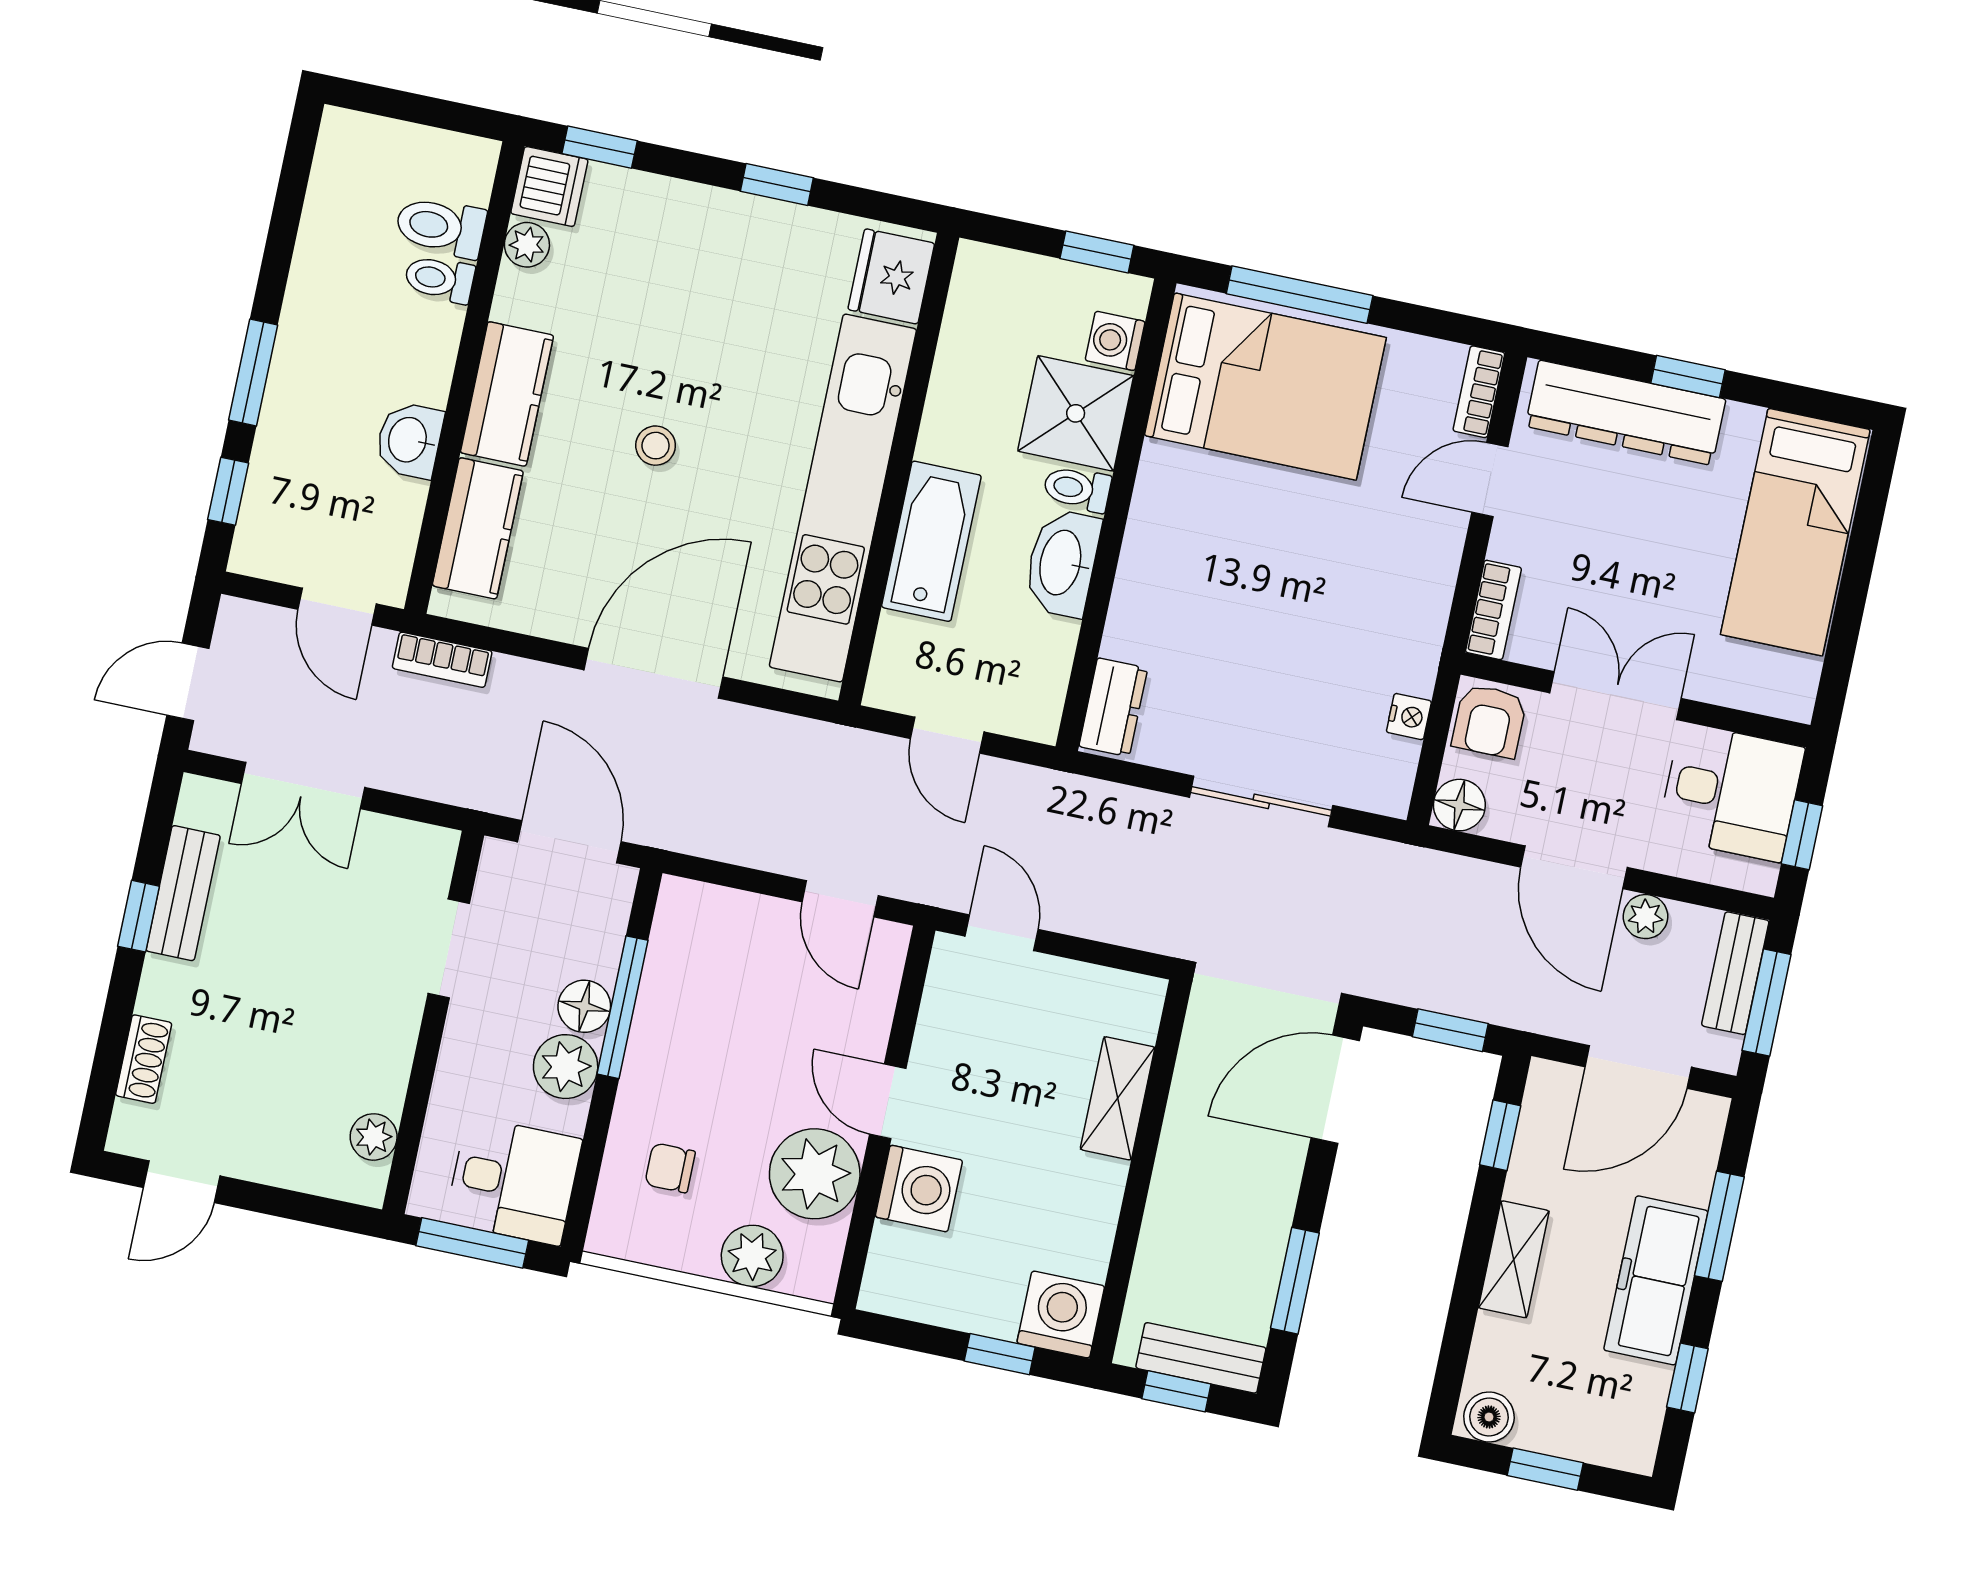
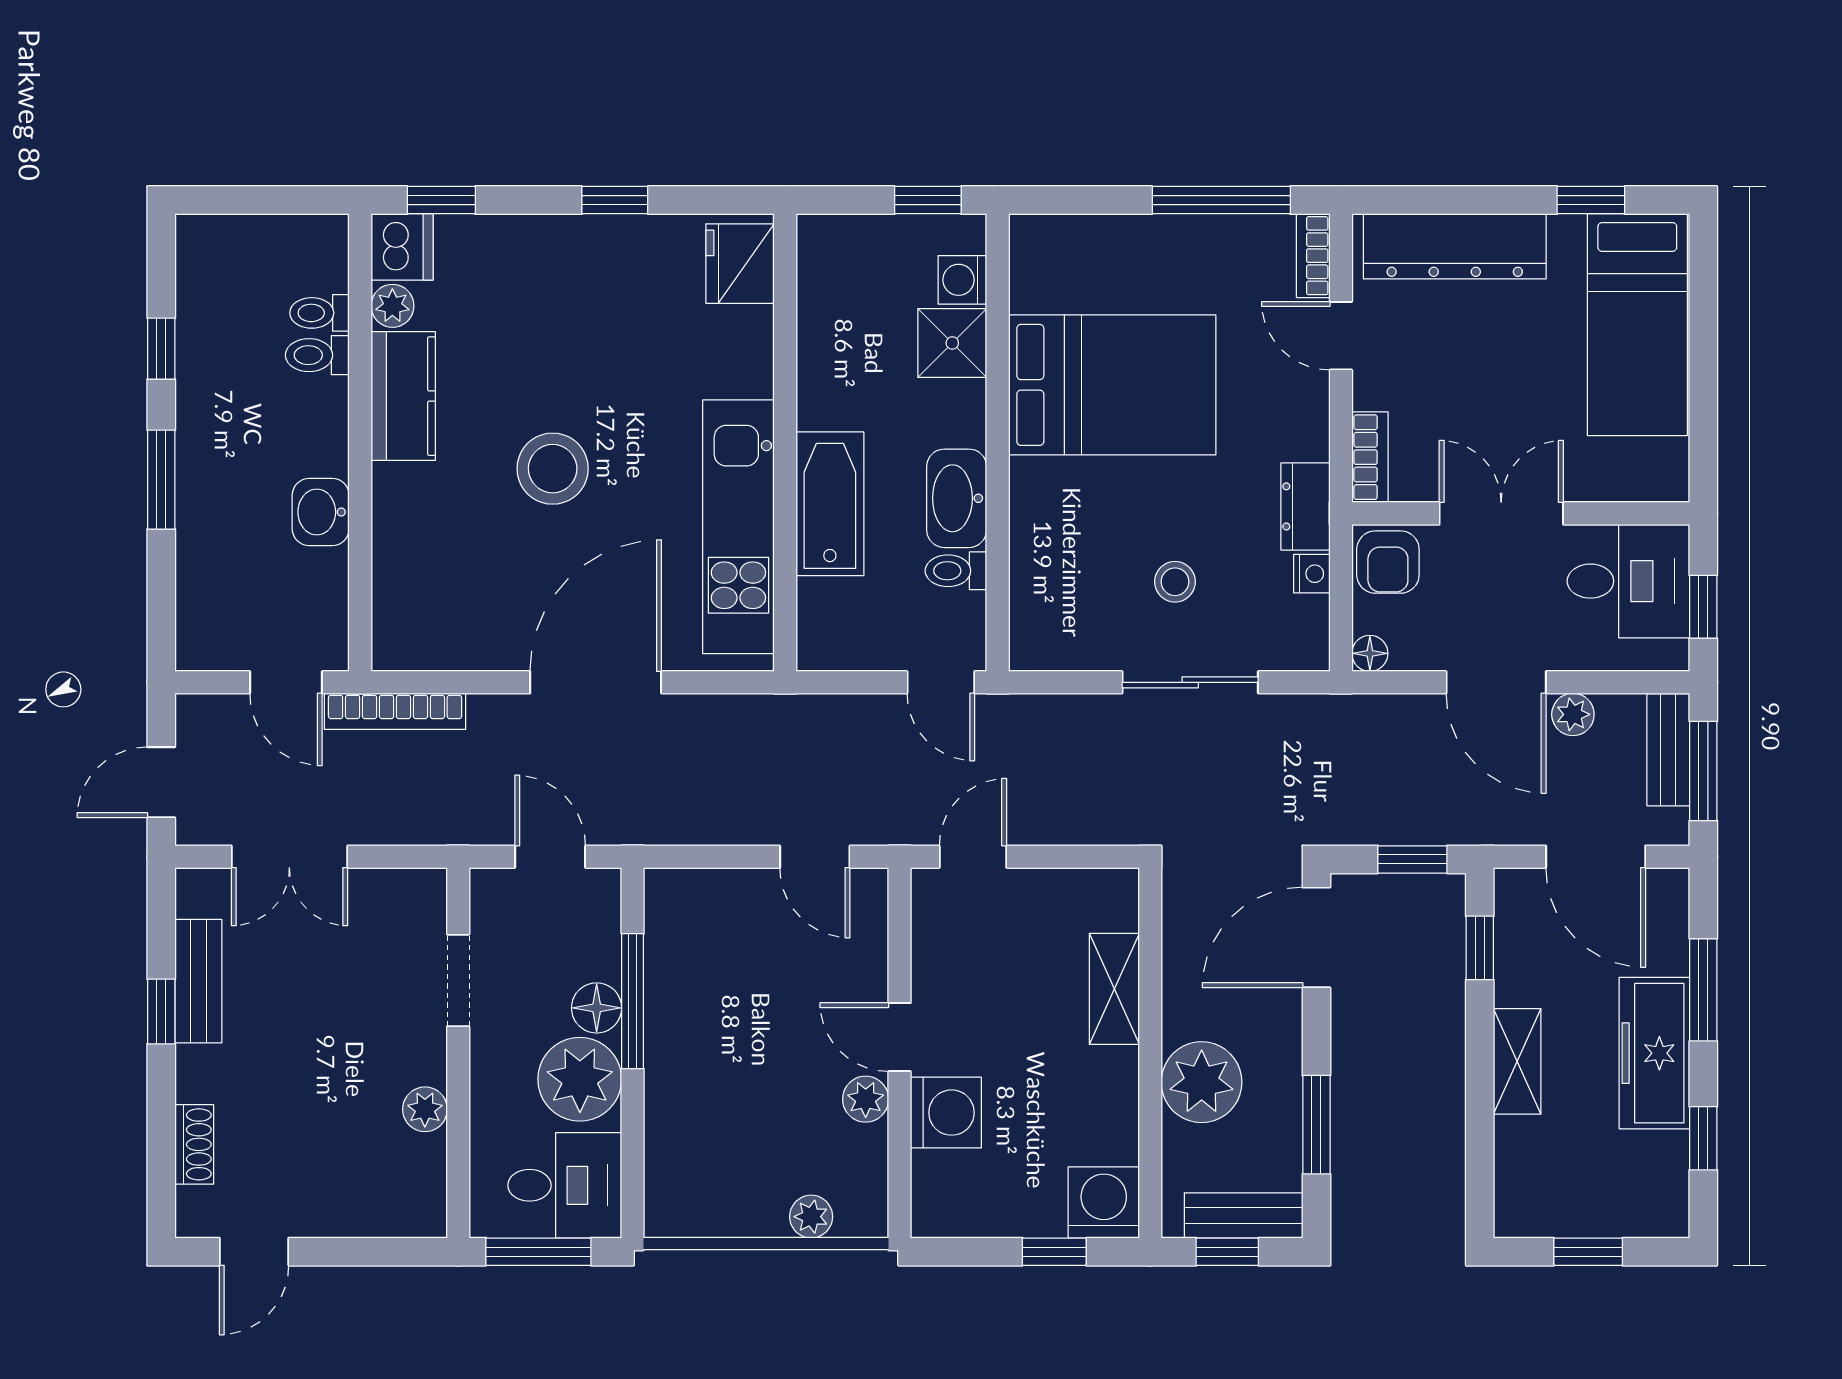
toilet: (441, 227) -> (320, 313), width x0.73, depth x0.72
window: (1300, 295) -> (1221, 200), moved
window: (1688, 377) -> (1591, 200), moved
bed: (1265, 387) -> (1112, 385), moved
kitchen counter: (507, 394) -> (403, 396), moved
shower: (1076, 413) -> (952, 343), width x0.73, depth x0.73
stool: (656, 446) -> (553, 469), width x1.89, depth x1.89
door: (1490, 480) -> (1341, 336), hinge flipped
toilet: (1077, 489) -> (956, 571), moved
window: (228, 491) -> (161, 349), moved
kitchen unit: (843, 498) -> (738, 527), width x0.73
kitchen counter: (478, 528) -> (402, 581), removed
bookcase: (442, 660) -> (395, 711), width x1.56
stool: (1267, 695) -> (1175, 582), added
dresser: (1113, 707) -> (1305, 506), moved, turned 180
door: (947, 735) -> (941, 682), moved
floor lamp: (1459, 805) -> (1370, 653), width x0.73, depth x0.73
door: (569, 842) -> (550, 857), width x0.73
door: (1002, 933) -> (973, 857), hinge flipped
plant: (566, 1067) -> (580, 1079), width x1.36, depth x1.36
door: (1638, 1067) -> (1596, 857), hinge flipped
plant: (374, 1137) -> (425, 1109), moved
chair: (670, 1168) -> (709, 1142), removed
plant: (815, 1174) -> (866, 1099), width x0.53, depth x0.53
plant: (1187, 1213) -> (1202, 1082), added
plant: (752, 1256) -> (811, 1217), width x0.73, depth x0.73
boiler: (1489, 1417) -> (1525, 1214), removed

